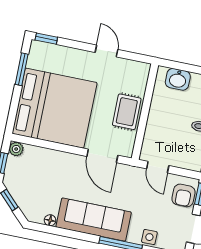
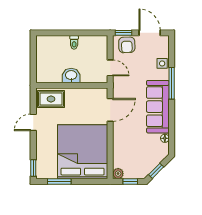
washbasin: (178, 79) -> (71, 75), moved, turned -90
rug: (127, 112) -> (51, 99), moved
door: (158, 167) -> (110, 68), hinge flipped
armchair: (183, 195) -> (127, 45), turned 88

